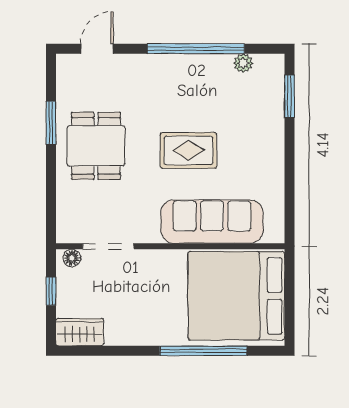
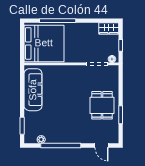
door: (97, 49) -> (102, 145), hinge flipped
rug: (188, 150) -> (64, 103), removed
sofa: (212, 222) -> (33, 90), moved, turned -90

